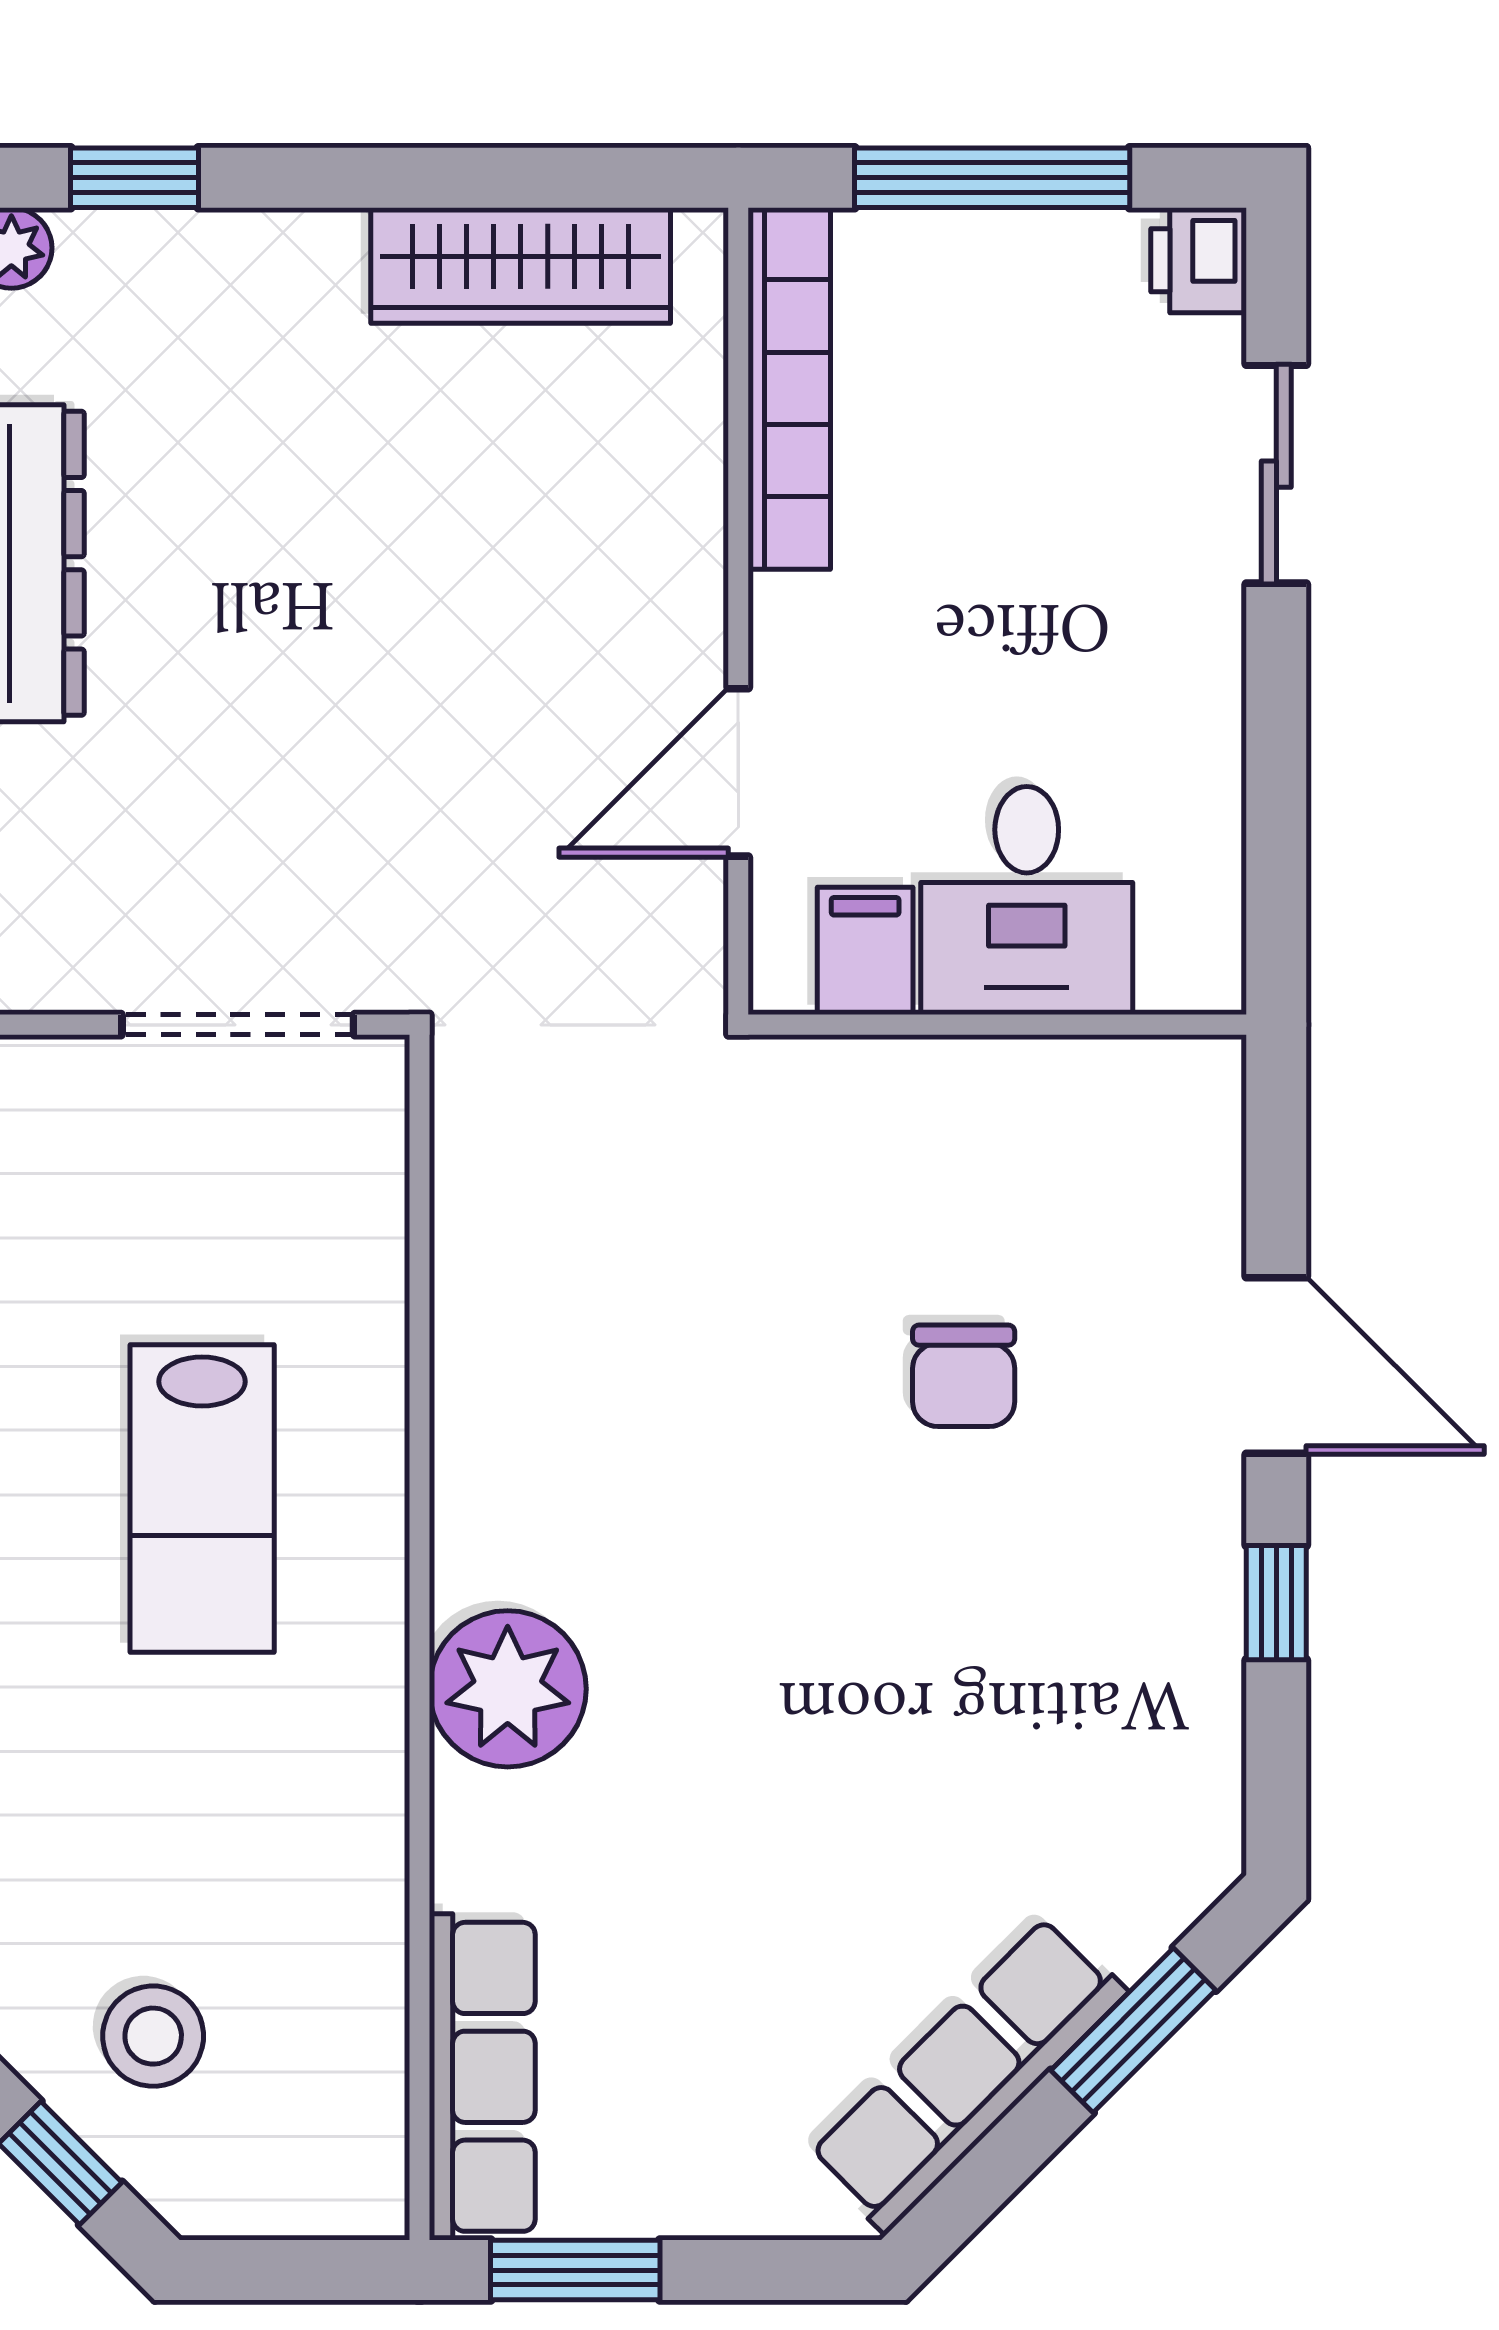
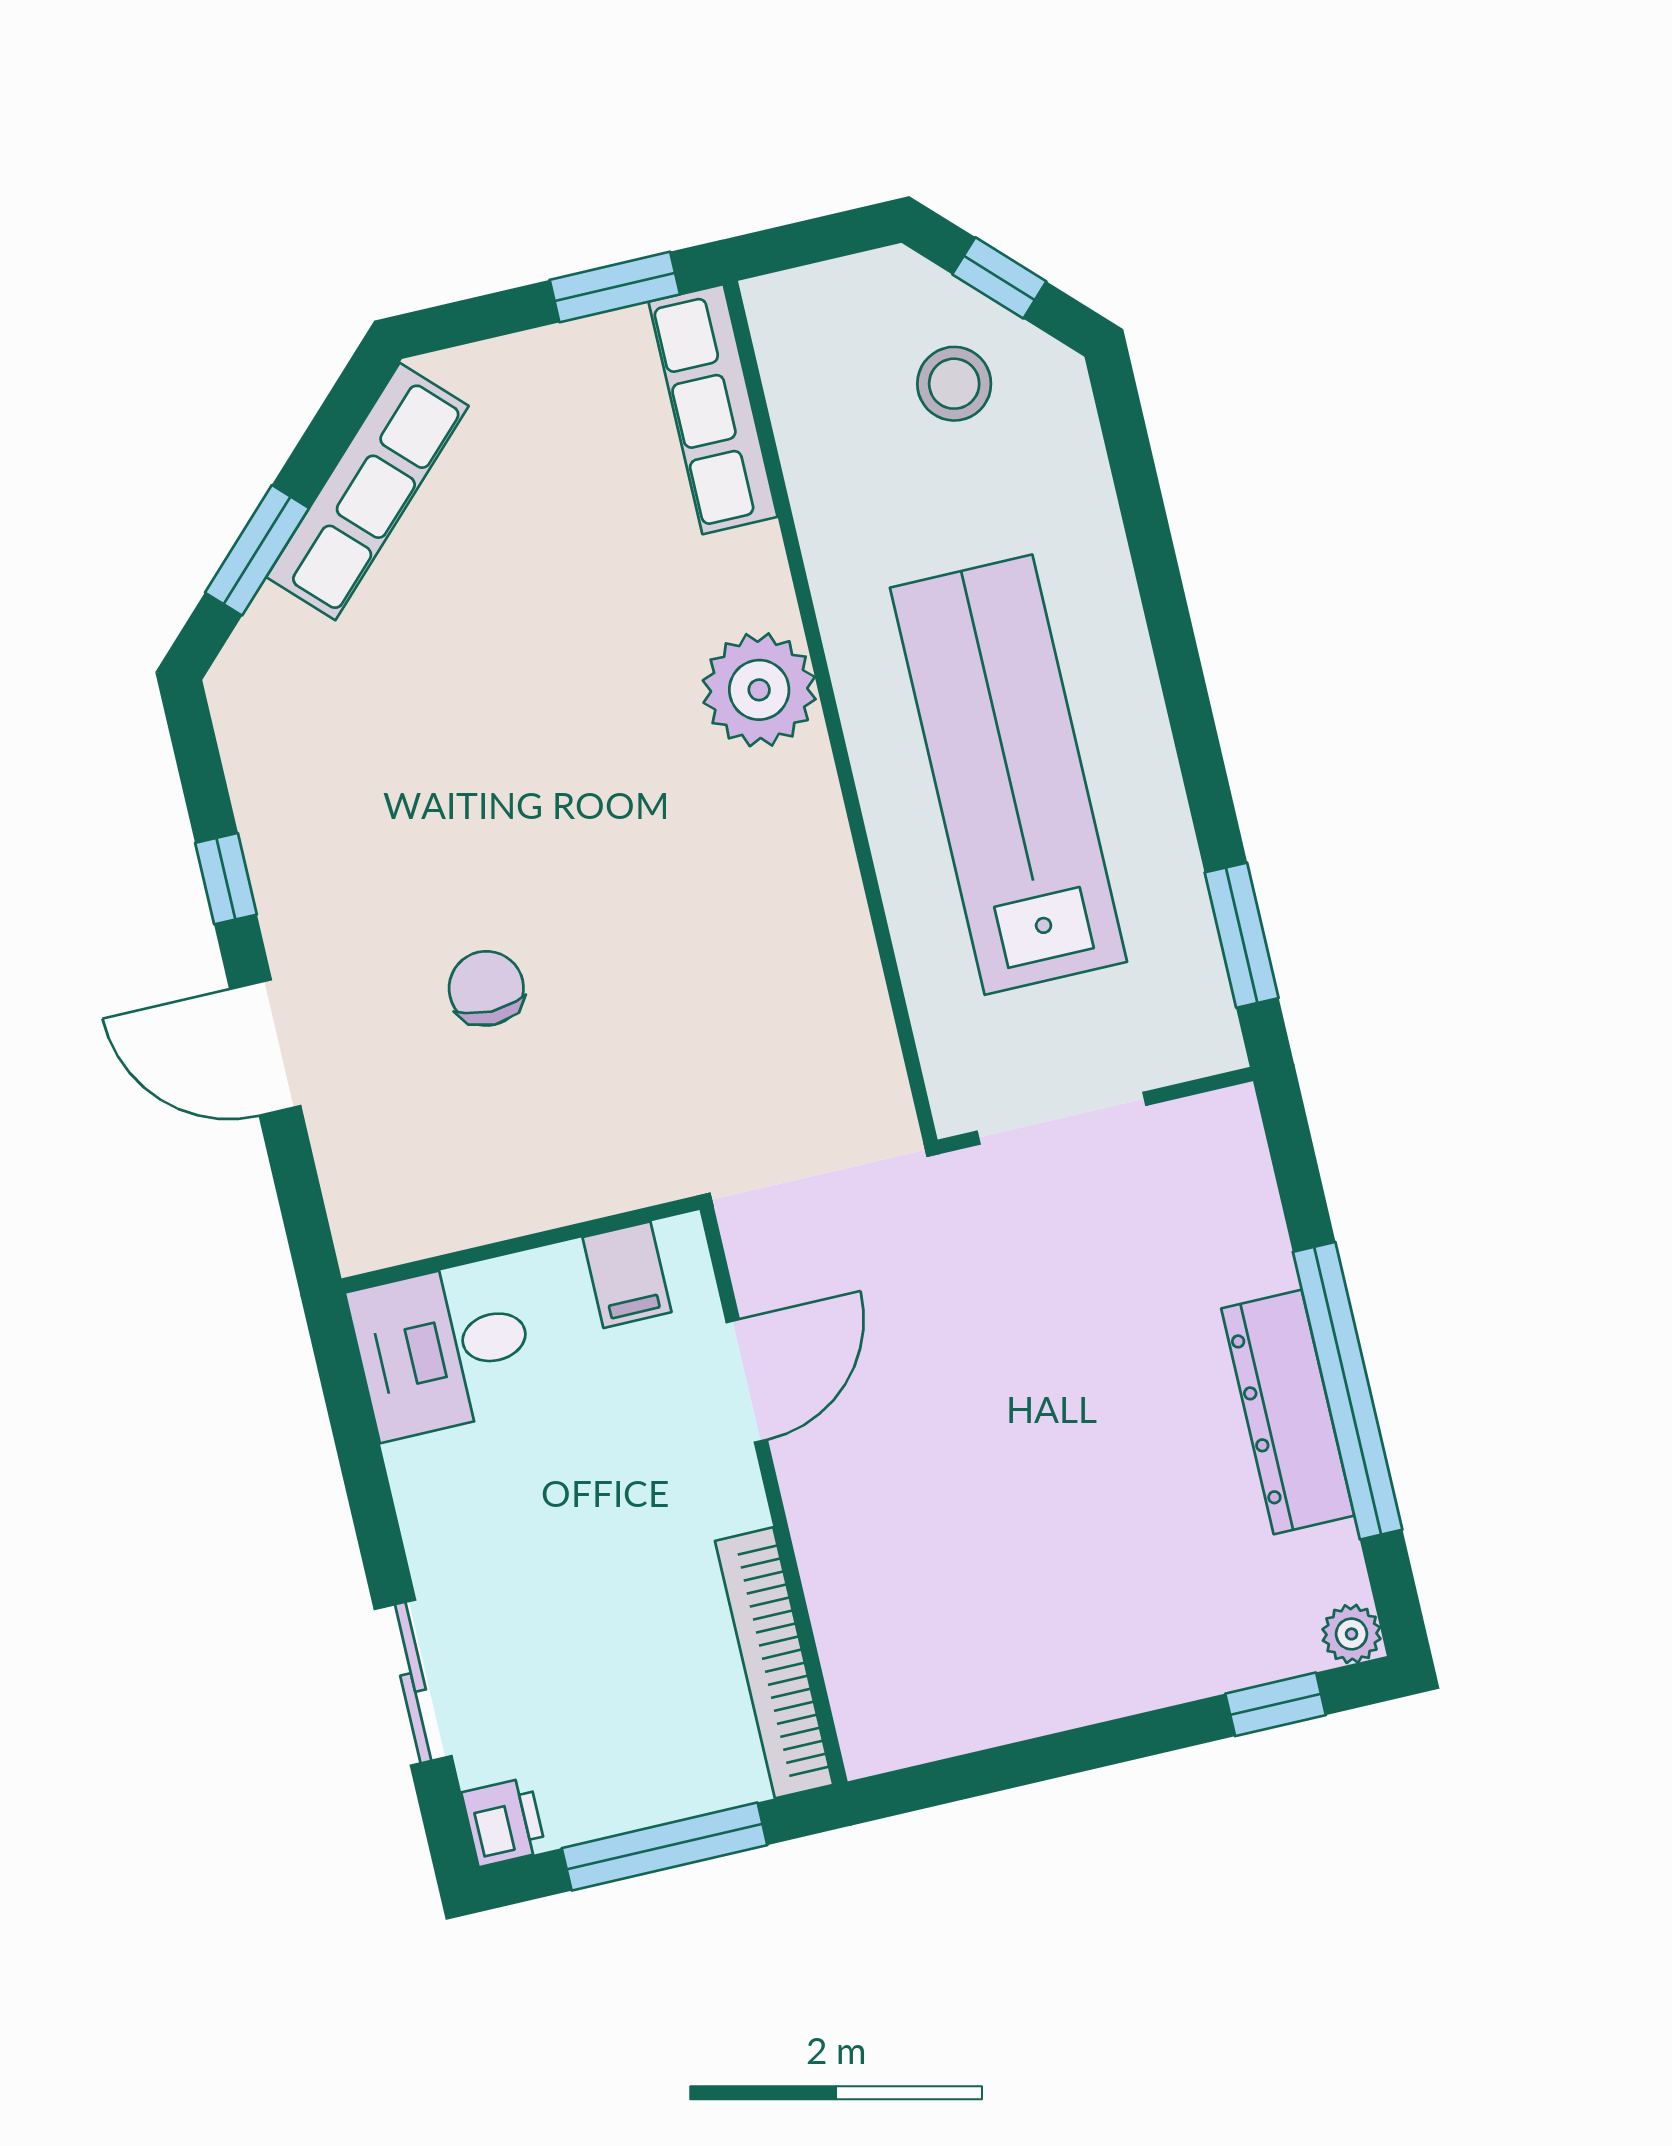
wardrobe: (521, 266) -> (986, 1706), removed
desk: (1027, 901) -> (444, 1349), moved, turned -90
lab bench: (202, 1499) -> (1008, 775), width x1.86, depth x1.39

